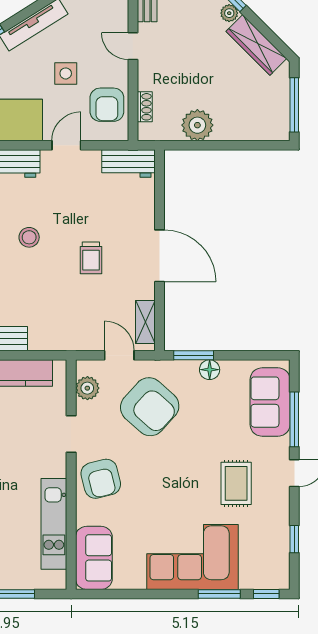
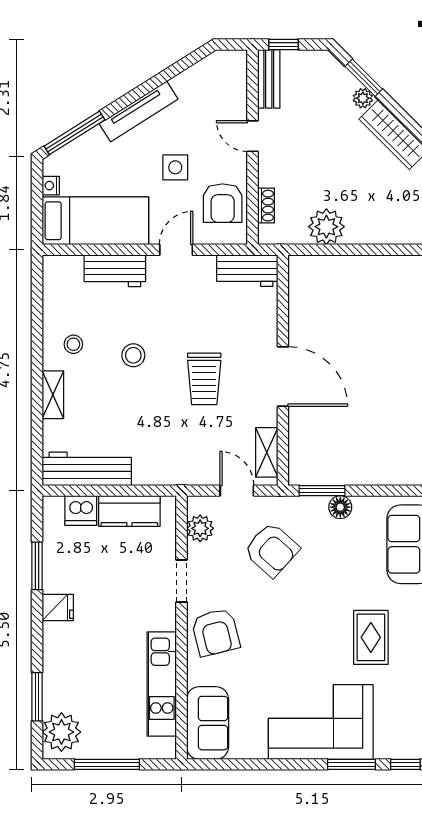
trolley: (91, 258) -> (204, 379), width x1.36, depth x1.39
armchair: (150, 407) -> (272, 550), width x0.73, depth x0.73

